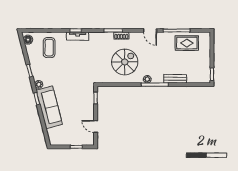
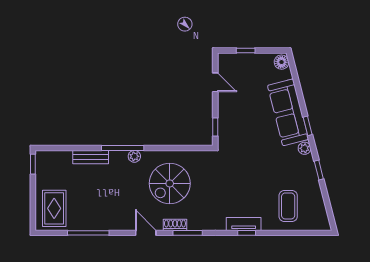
door: (150, 30) -> (146, 233), moved
floor lamp: (28, 40) -> (282, 62), moved
rug: (187, 43) -> (54, 208), moved, turned 90

